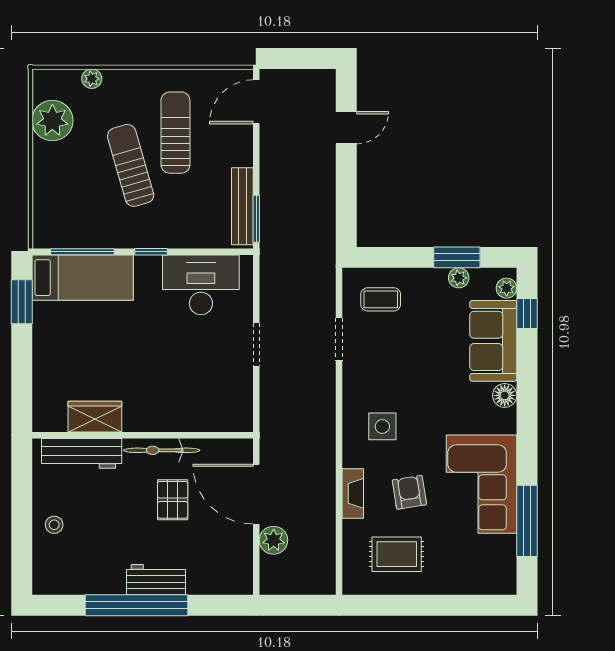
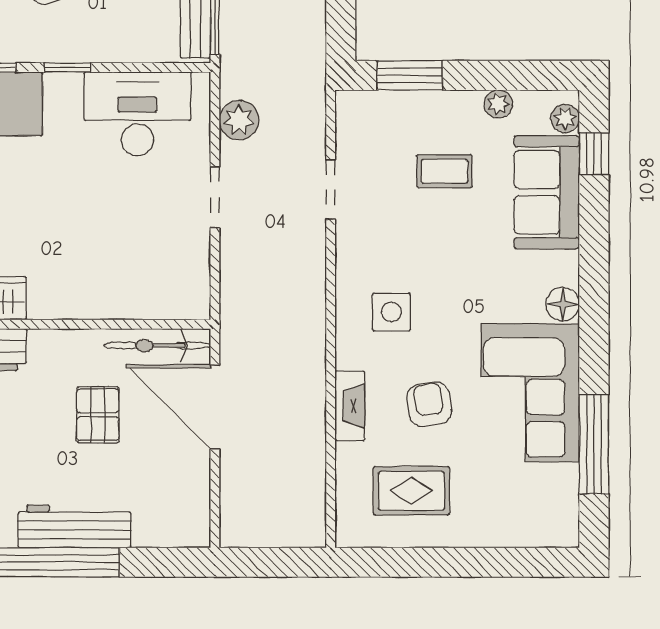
window: (457, 257) -> (410, 75), moved
coffee table: (381, 299) -> (445, 171), moved
floor lamp: (505, 395) -> (563, 304), moved
bicycle: (162, 450) -> (157, 345), moved
plant: (274, 540) -> (239, 120), moved
workbench: (156, 580) -> (74, 527), width x1.38

